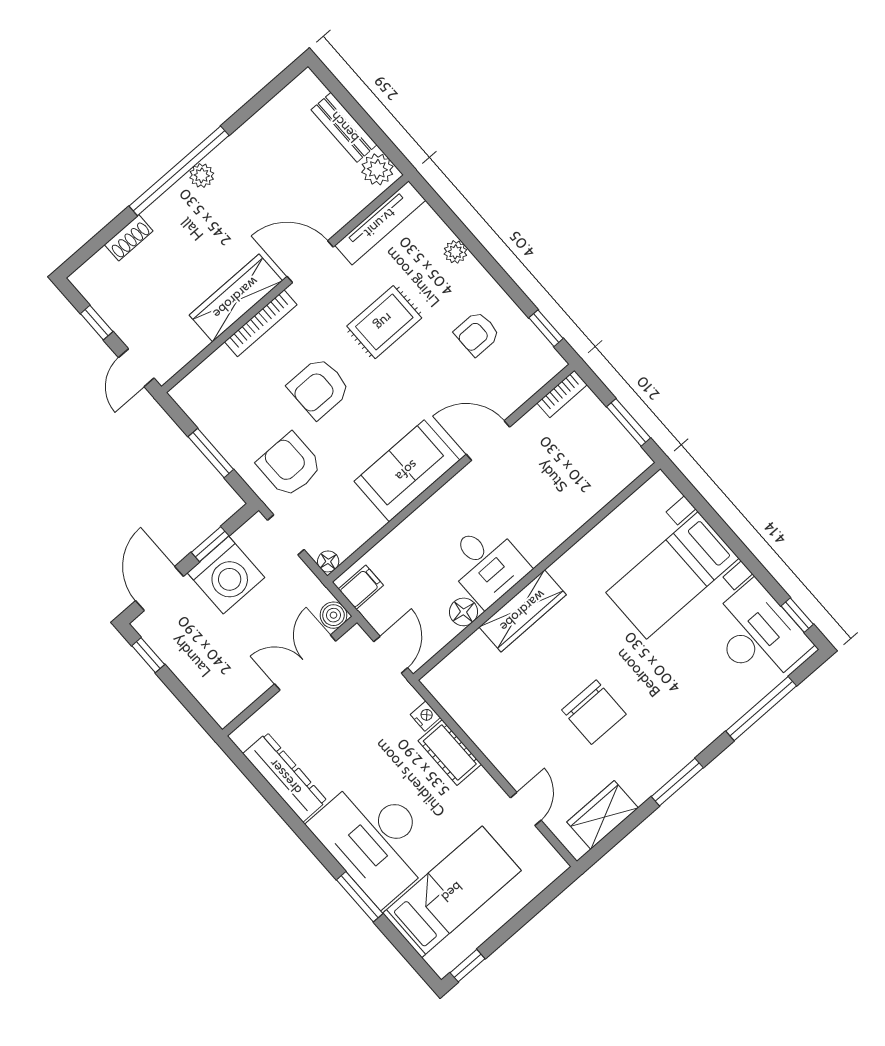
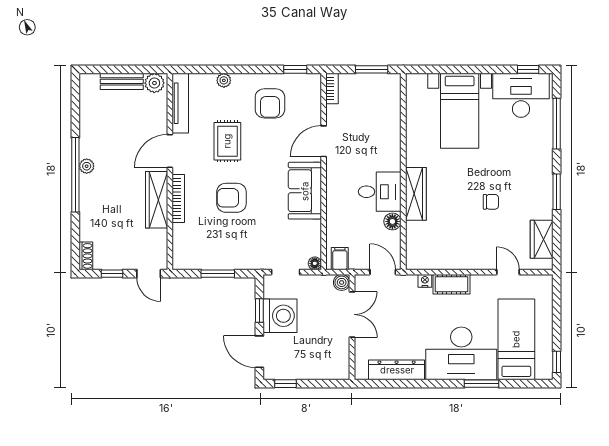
shoe rack: (129, 238) -> (86, 256), moved
armchair: (477, 334) -> (270, 103), width x1.38, depth x1.38
armchair: (319, 388) -> (231, 198), turned 90
armchair: (289, 465) -> (255, 242), removed
double door: (305, 662) -> (352, 314), swing flipped
chair: (594, 712) -> (491, 202), width x0.54, depth x0.54

